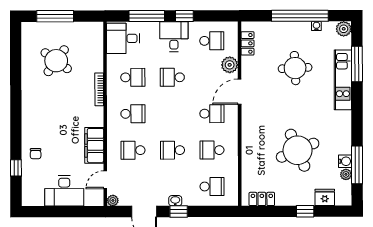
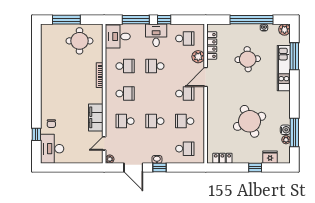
locker: (247, 43) -> (212, 45), width x1.53
round table: (56, 61) -> (79, 41), moved, turned -36
desk: (64, 191) -> (52, 149), moved, turned 90

